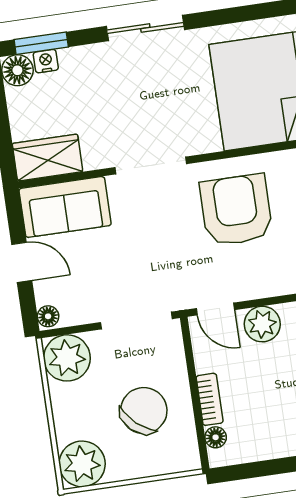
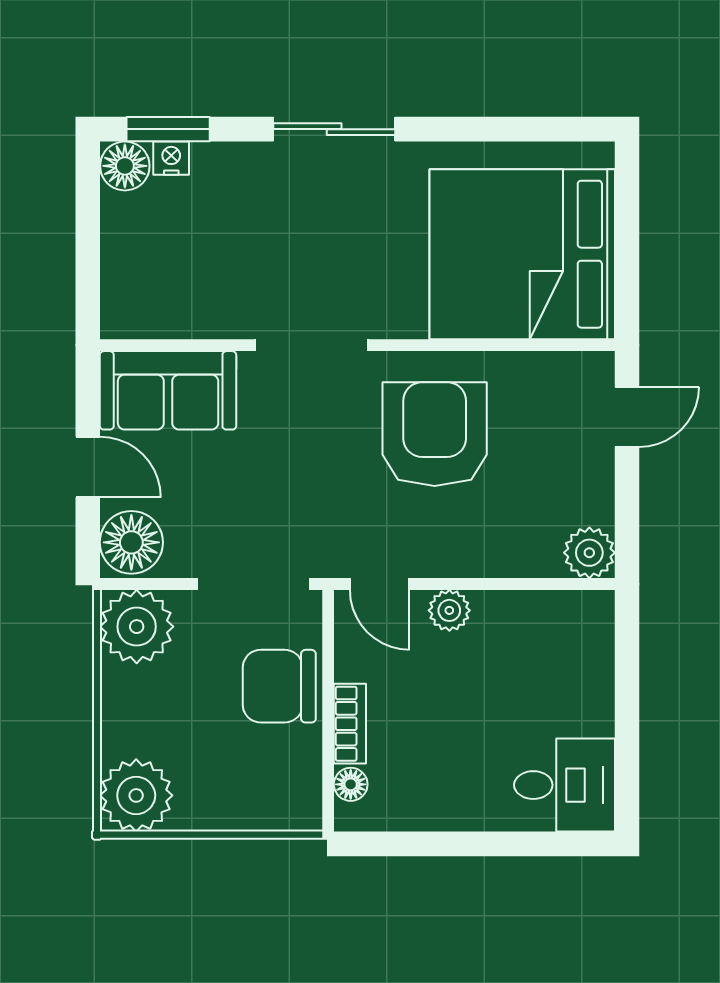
wardrobe: (47, 158) -> (152, 309), removed
floor lamp: (48, 316) -> (131, 542), width x1.89, depth x1.89
plant: (262, 324) -> (449, 610), width x0.73, depth x0.73
chair: (144, 411) -> (279, 686), moved, turned -132

